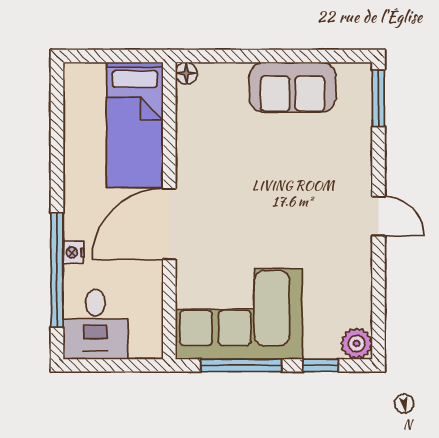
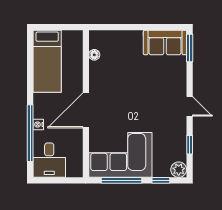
floor lamp: (186, 73) -> (94, 55), moved
sofa: (293, 87) -> (165, 43), moved
bed: (135, 125) -> (47, 61), moved
window: (378, 293) -> (190, 145), added

